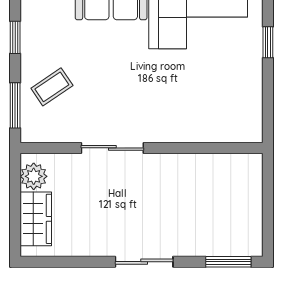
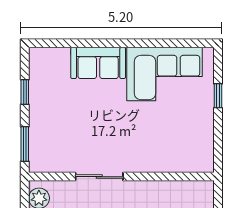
coffee table: (52, 87) -> (53, 130), removed

